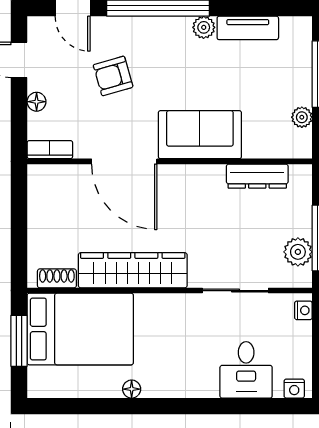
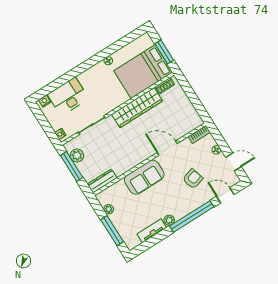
door: (124, 161) -> (167, 148), width x0.73
dresser: (257, 176) -> (102, 181), moved
desk: (246, 370) -> (68, 96), width x1.37

